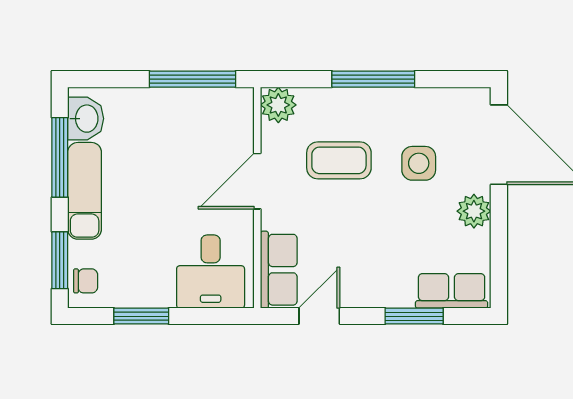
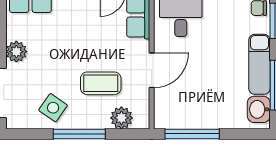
plant: (278, 105) -> (121, 118), moved
side table: (419, 163) -> (53, 108), moved, turned 35

